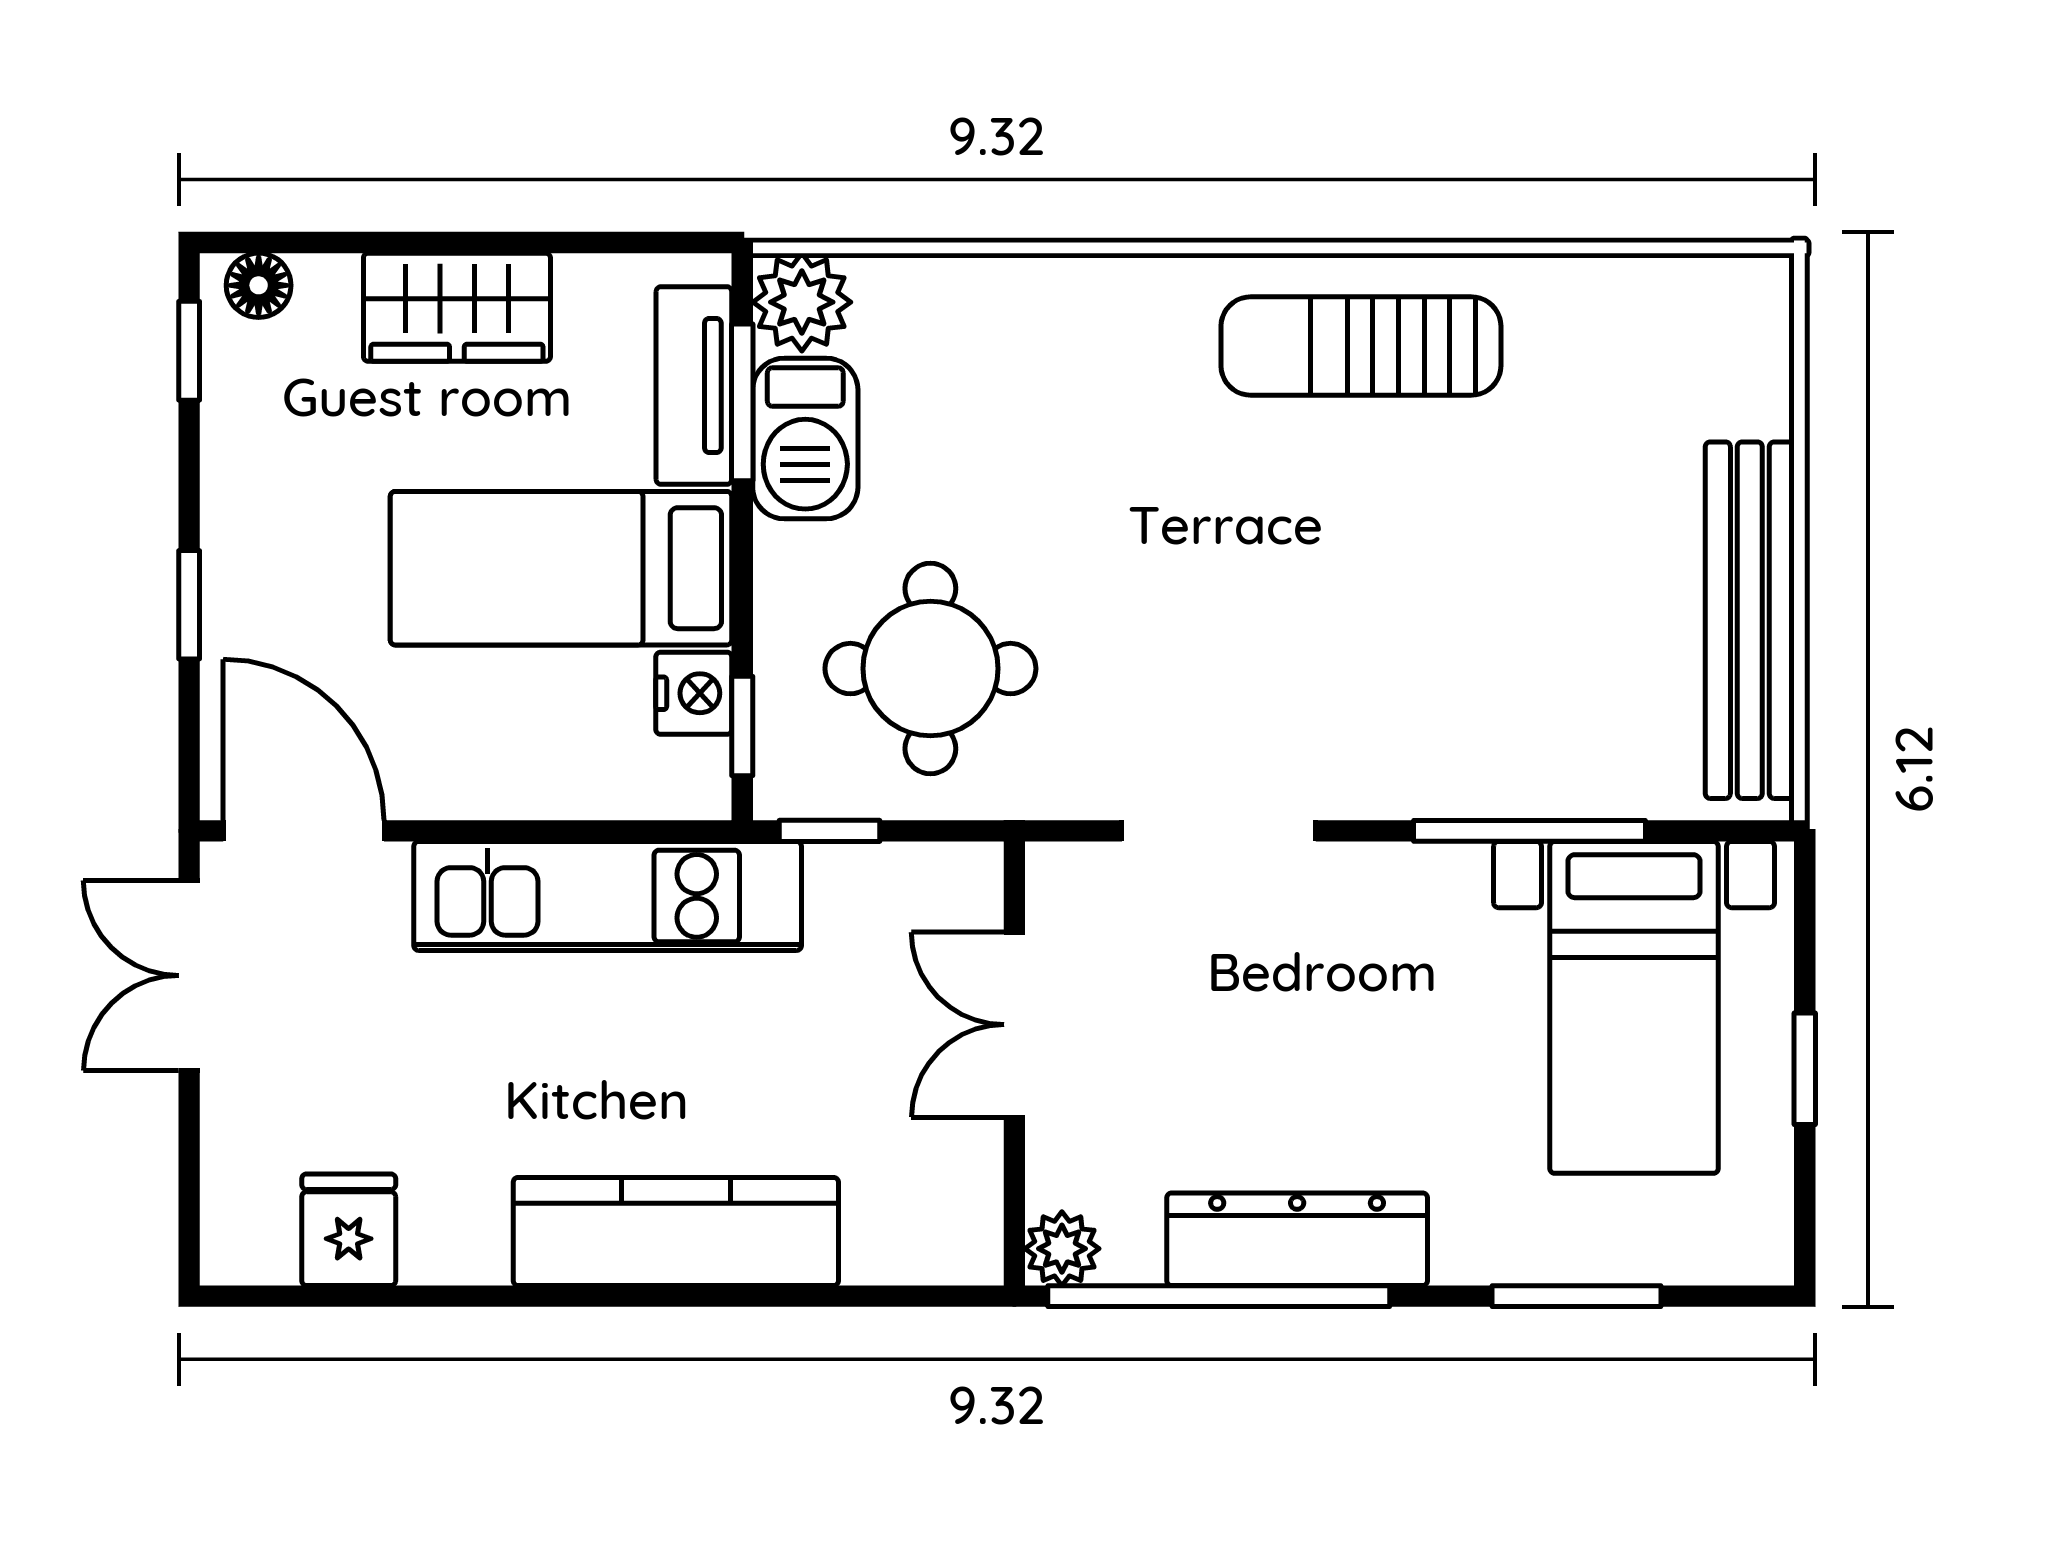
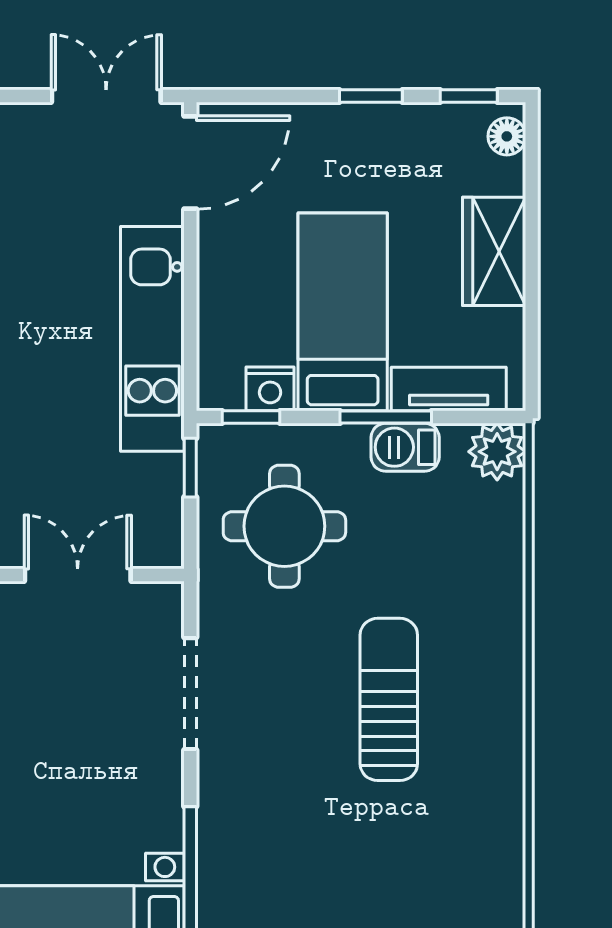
sun lounger: (1361, 346) -> (389, 699), moved
window: (742, 402) -> (386, 417), moved
barbecue: (805, 438) -> (405, 447), width x0.73, depth x0.79
window: (189, 605) -> (371, 96), moved

